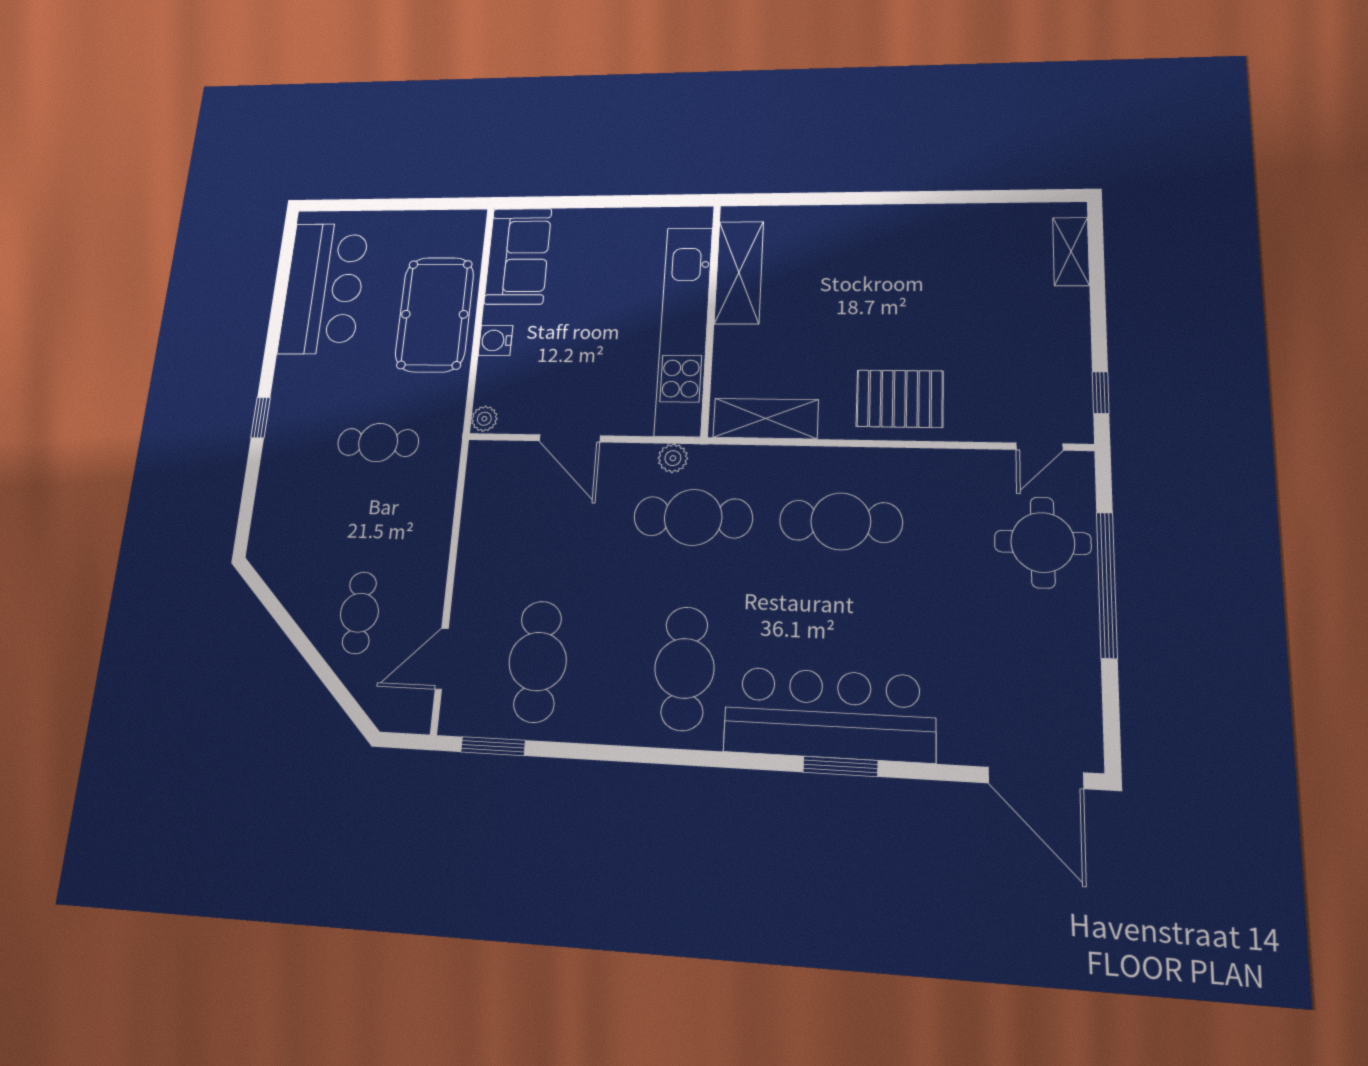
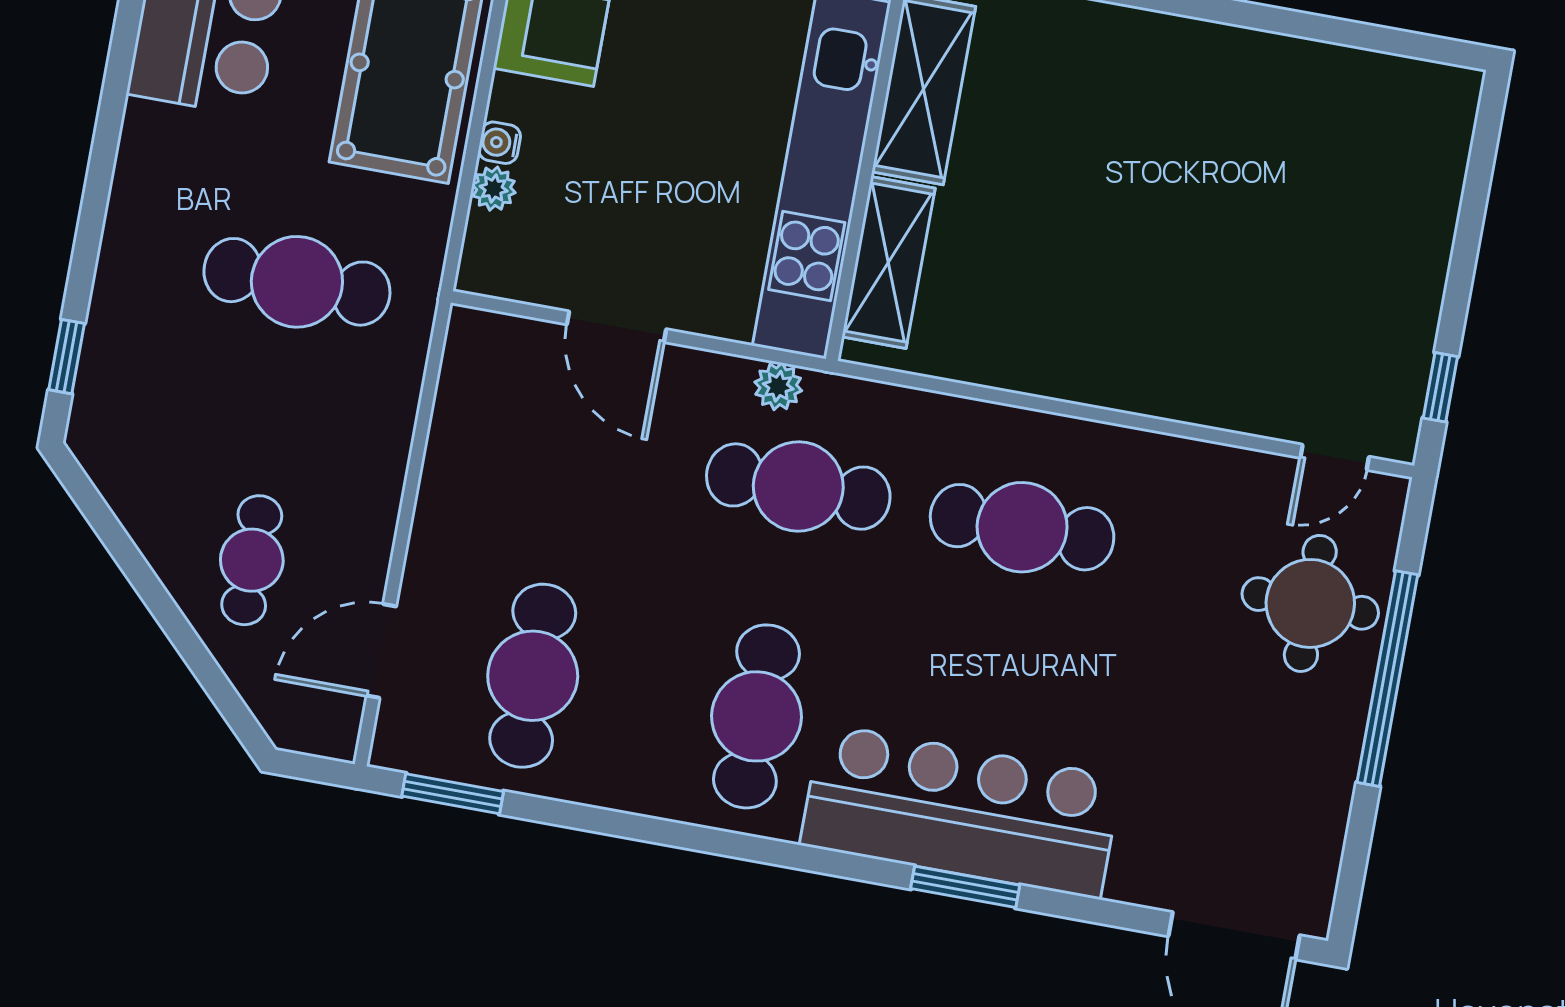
shelving: (1071, 251) -> (1445, 150), removed
water cooler: (495, 340) -> (499, 143), width x0.72, depth x0.72
pallet: (900, 399) -> (1142, 347), removed
window: (261, 418) -> (67, 357), moved
plant: (484, 419) -> (494, 189), moved
shelving: (766, 419) -> (888, 263), moved, turned 90
cafe table: (378, 442) -> (297, 282), width x1.37, depth x1.35

